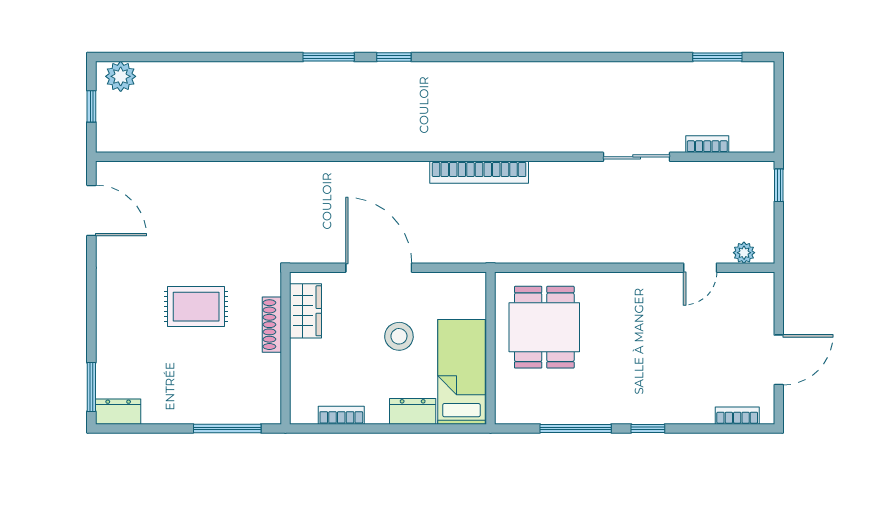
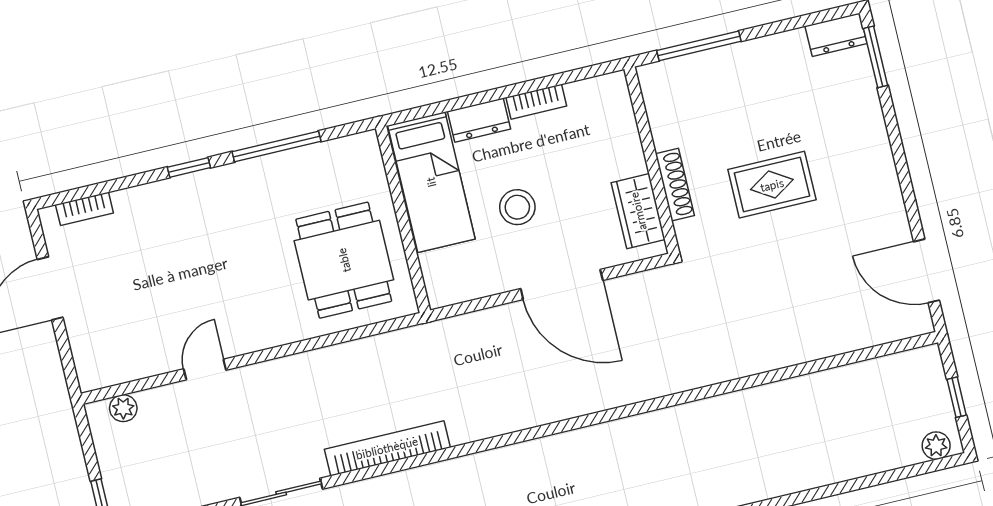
plant: (121, 76) -> (936, 446), width x0.73, depth x0.73
bookcase: (479, 172) -> (387, 448), moved
door: (700, 268) -> (205, 369), moved
bookcase: (341, 415) -> (536, 102), moved

